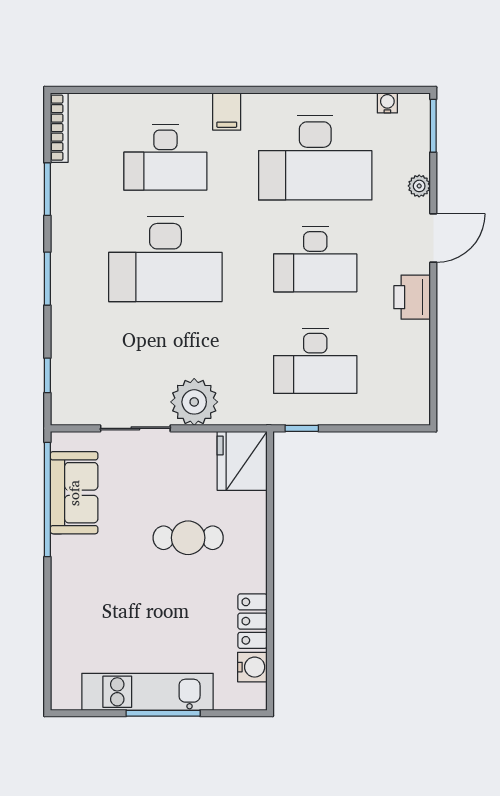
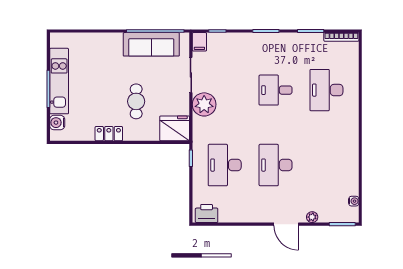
filing cabinet: (227, 112) -> (199, 42), moved, turned -90
desk: (315, 157) -> (326, 165), removed
desk: (165, 259) -> (276, 90), width x0.53, depth x0.77
printer: (412, 297) -> (207, 213), moved
sofa: (74, 493) -> (151, 44), width x1.36
locker: (252, 621) -> (109, 134), moved
water cooler: (252, 667) -> (57, 123), moved, turned 90

